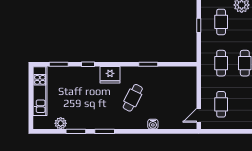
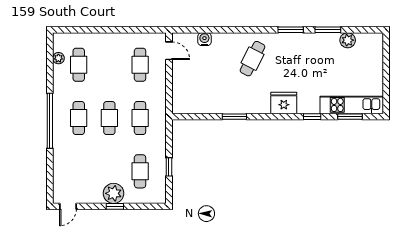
kitchen unit: (40, 91) -> (352, 105), moved, turned 90
cafe table: (133, 98) -> (253, 59), moved
door: (199, 115) -> (169, 51), hinge flipped
water cooler: (153, 124) -> (204, 39), moved

